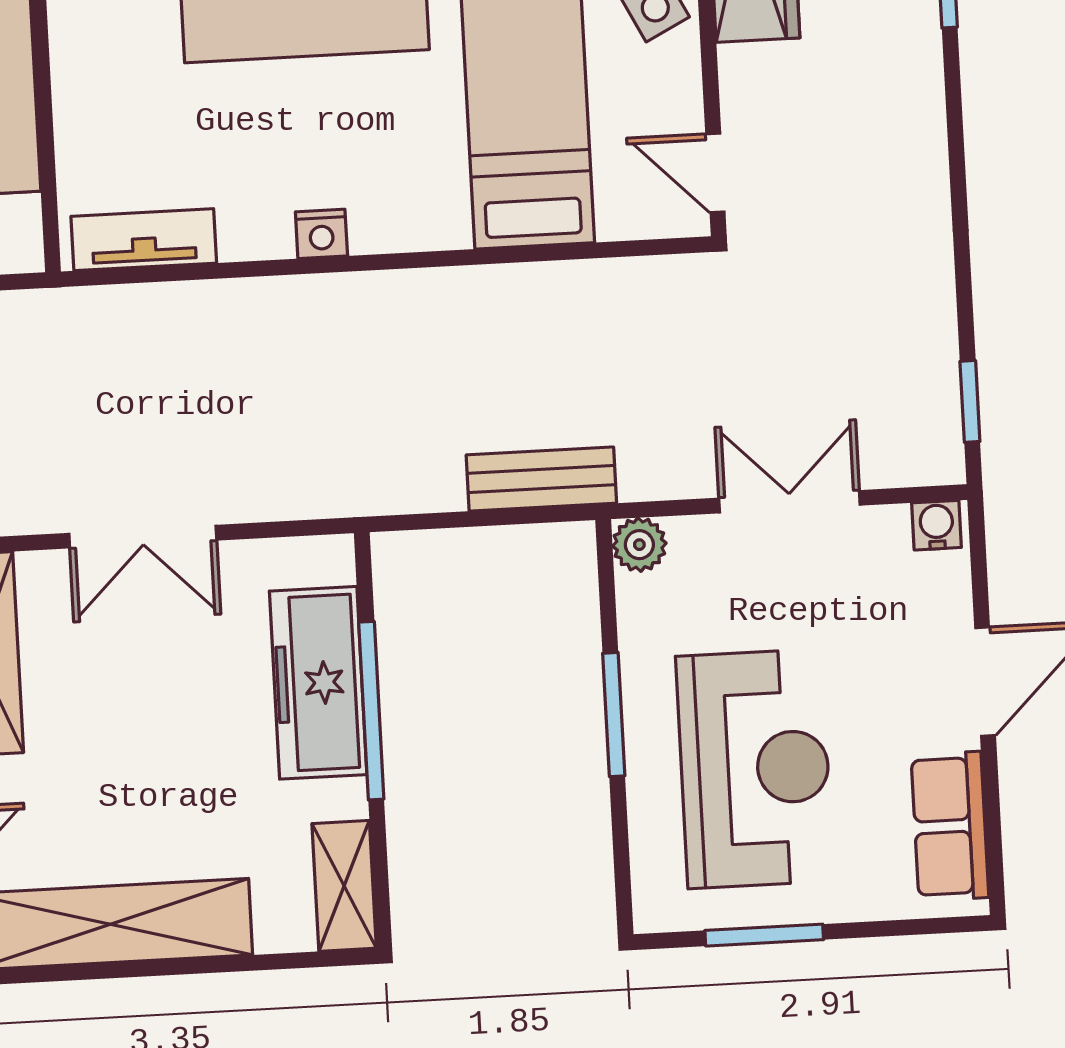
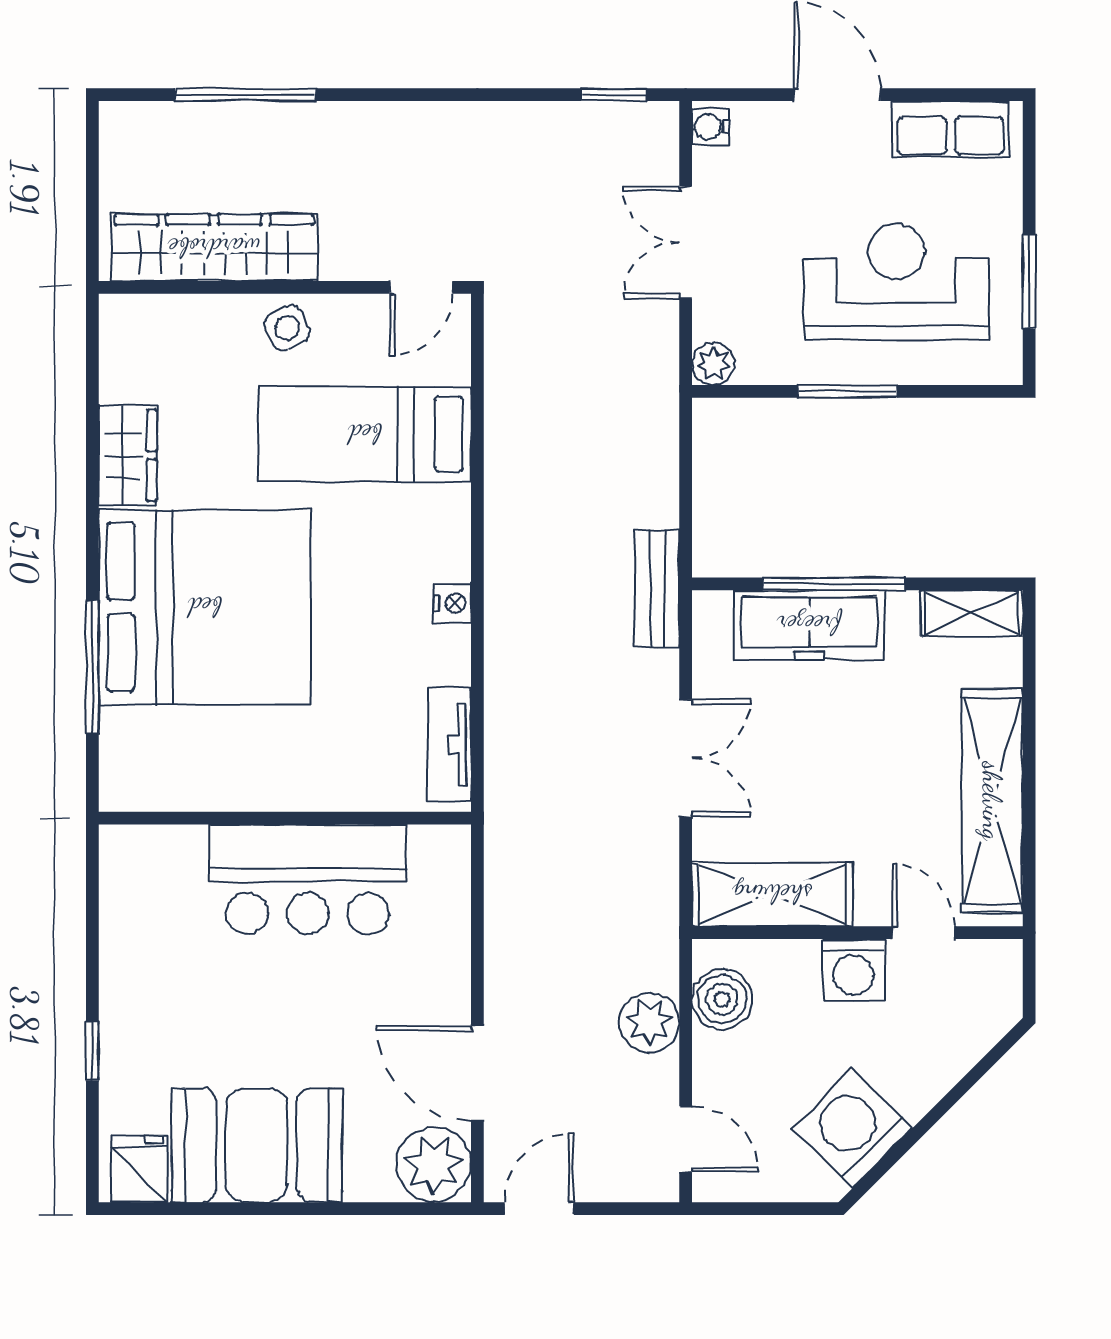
bench: (541, 479) -> (657, 589), moved

